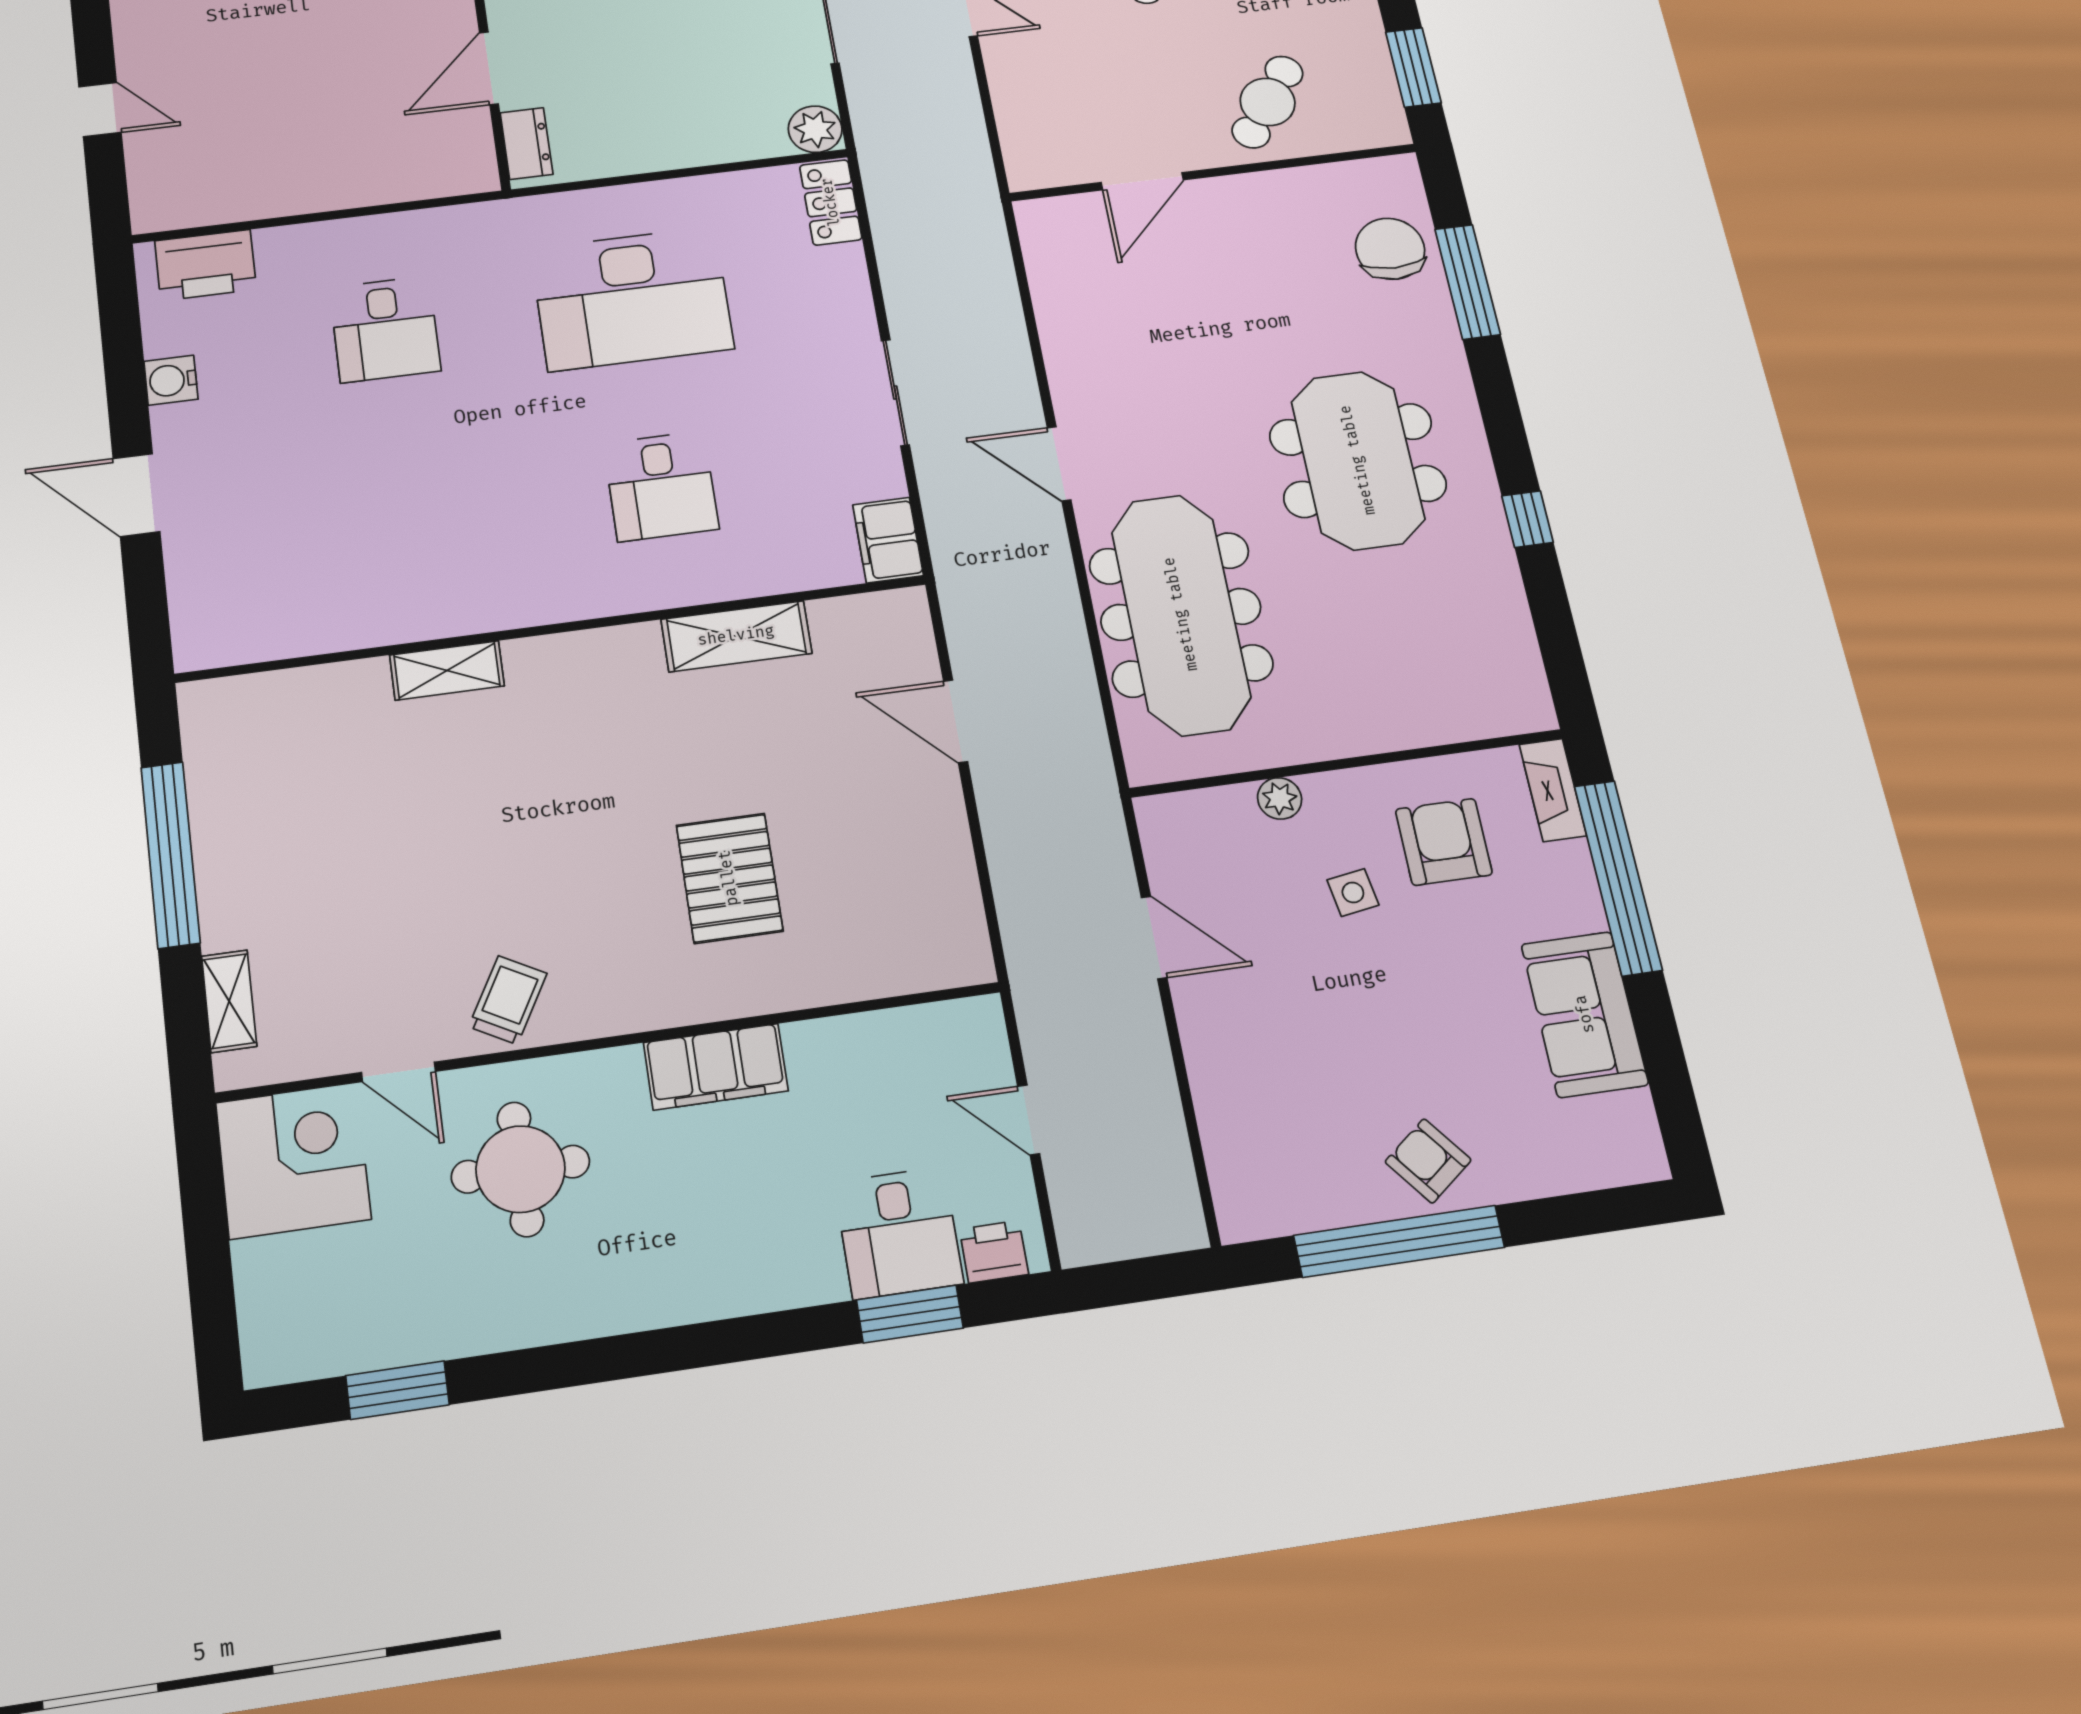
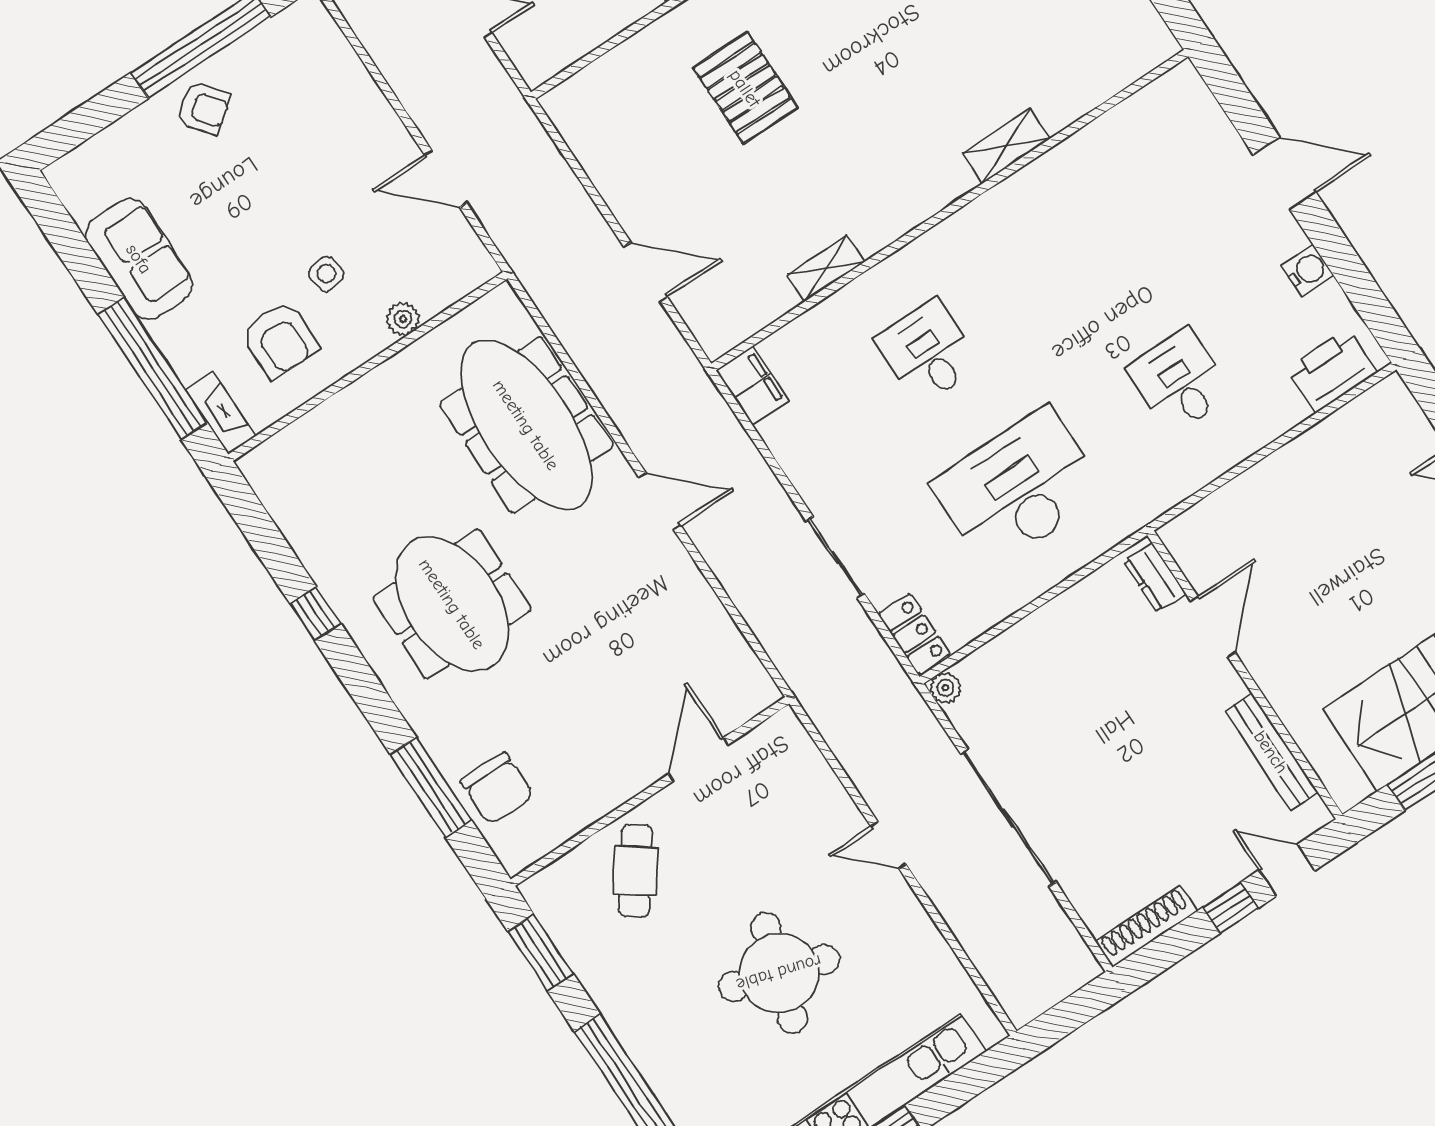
plant: (815, 129) -> (945, 688), width x0.73, depth x0.73
sliding door: (895, 393) -> (835, 557), moved
shelving: (736, 636) -> (826, 268), width x0.67, depth x0.75

